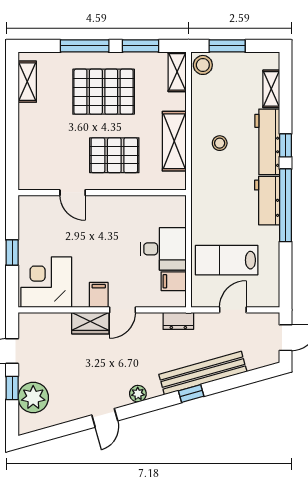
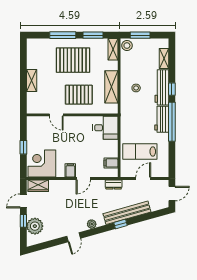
shelving: (27, 82) -> (32, 80), moved
desk: (163, 249) -> (105, 128), moved
wardrobe: (90, 323) -> (38, 186), moved

